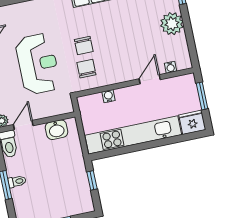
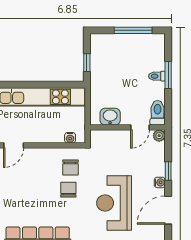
reception desk: (38, 64) -> (114, 203), moved
water cooler: (109, 96) -> (70, 138), moved

